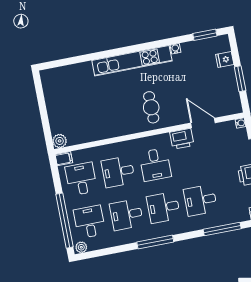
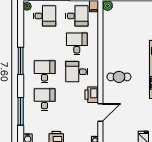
desk: (126, 215) -> (45, 44), removed

